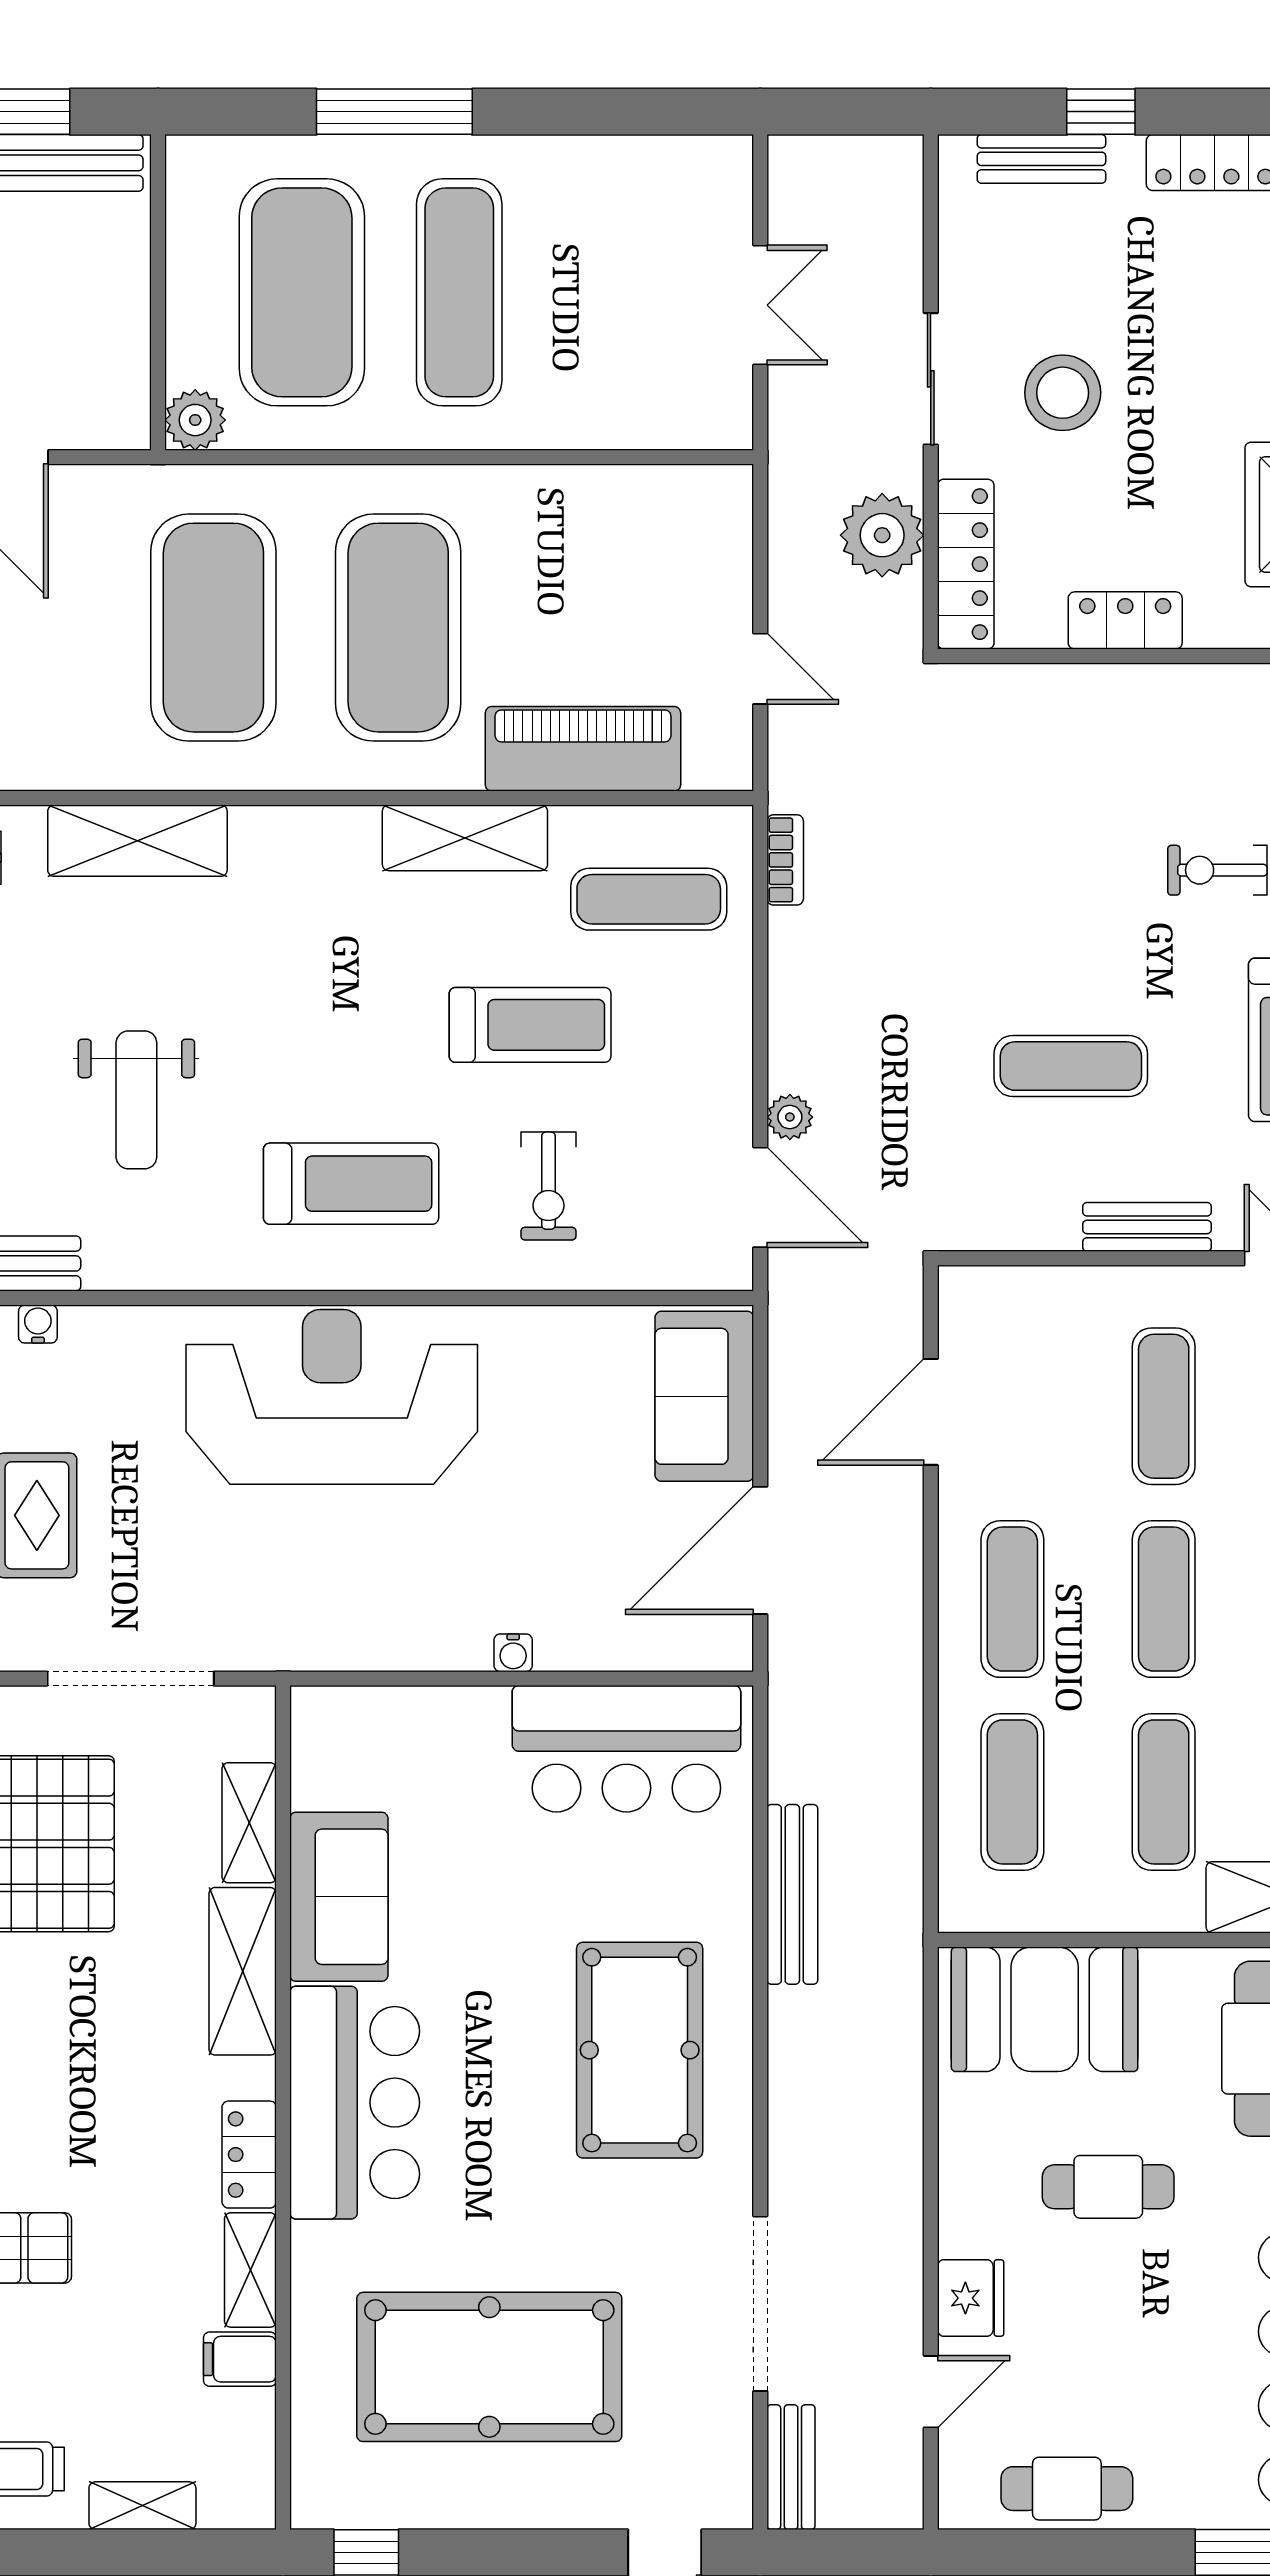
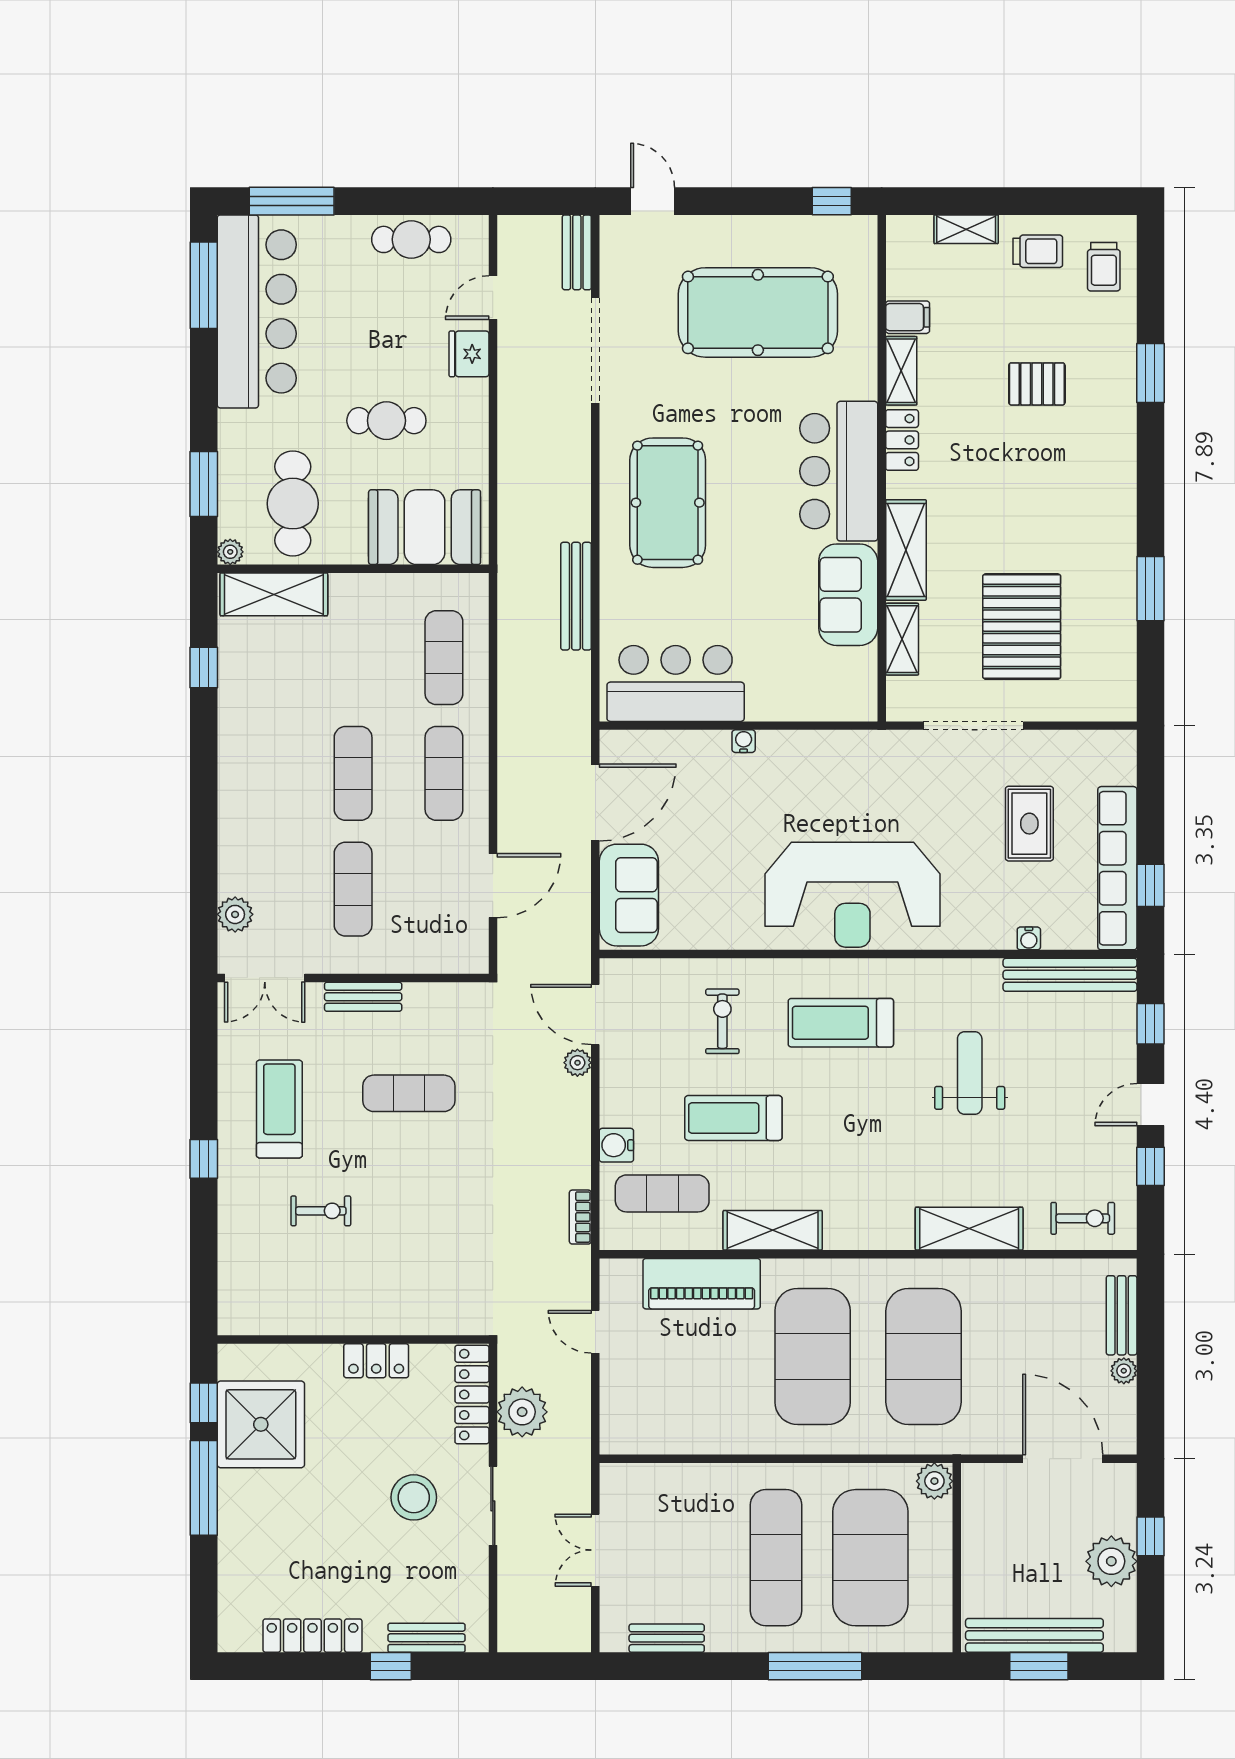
bench: (641, 158) -> (667, 1638), added
water cooler: (725, 980) -> (616, 1145), added
exercise mat: (1164, 1792) -> (353, 658), removed

